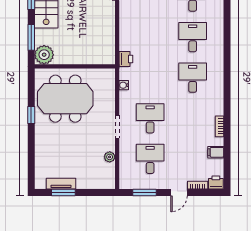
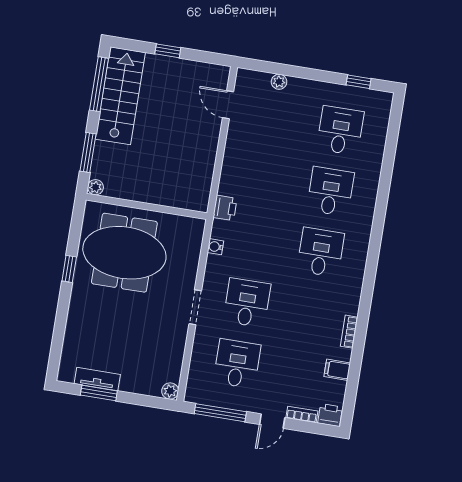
plant: (44, 55) -> (95, 187), width x0.53, depth x0.53
plant: (110, 157) -> (170, 391), moved
window: (144, 192) -> (220, 413), width x1.44

